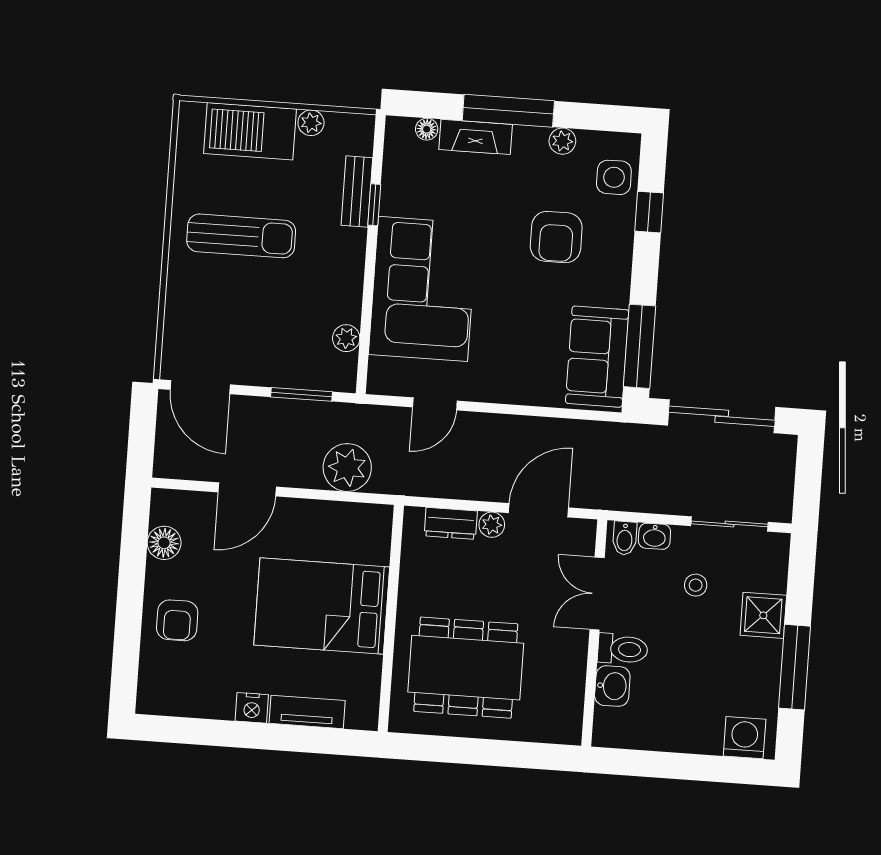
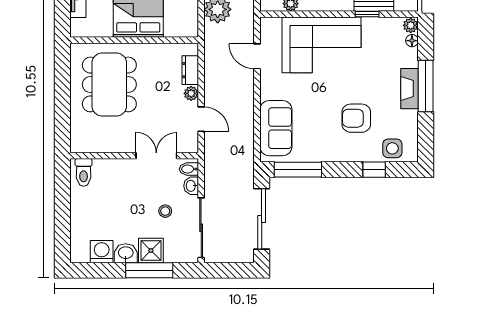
fireplace: (476, 137) -> (410, 89), moved
plant: (562, 141) -> (411, 25), moved
sofa: (597, 357) -> (276, 128), moved, turned 90
door: (538, 510) -> (201, 119), width x0.73
sliding door: (730, 524) -> (201, 228), width x1.37
toilet: (623, 649) -> (84, 172), moved
window: (795, 667) -> (149, 270), moved
washbasin: (612, 686) -> (126, 253), moved, turned 180
washing machine: (745, 738) -> (102, 252), moved, turned -90

